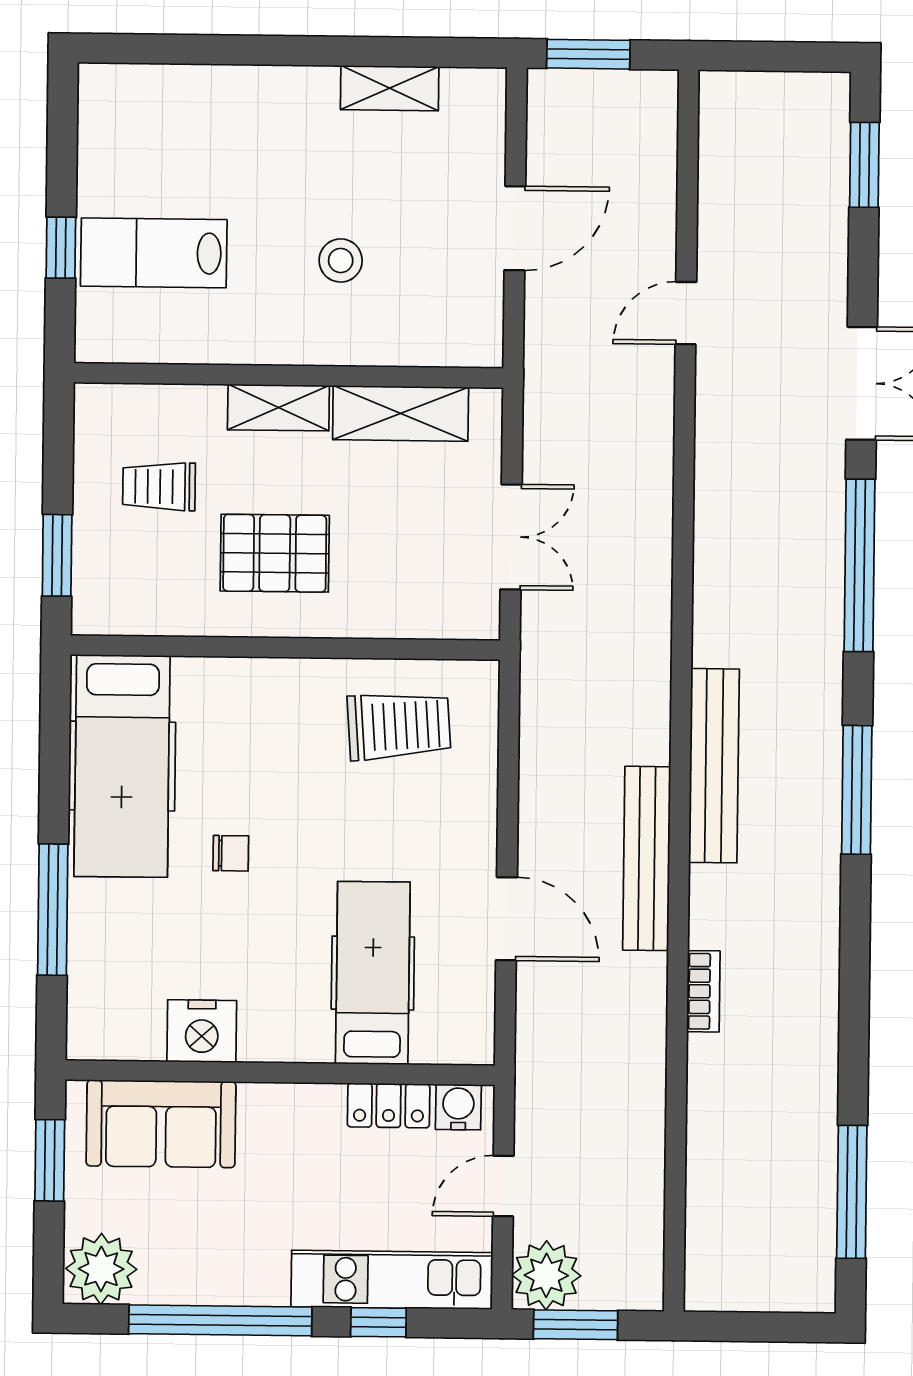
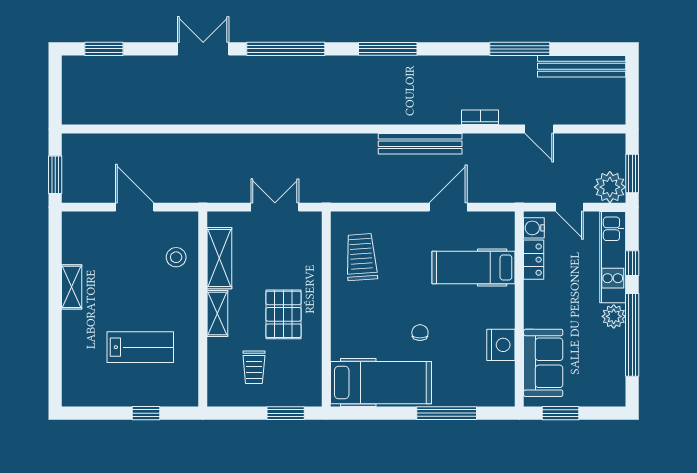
shelving: (390, 88) -> (72, 287), moved
lab bench: (154, 253) -> (140, 347), moved, turned -90
stool: (341, 260) -> (176, 257), moved
door: (686, 313) -> (539, 129), moved
bench: (714, 766) -> (582, 66), moved
window: (852, 1192) -> (520, 49), moved
plant: (101, 1269) -> (614, 316), moved, width x0.73, depth x0.73

